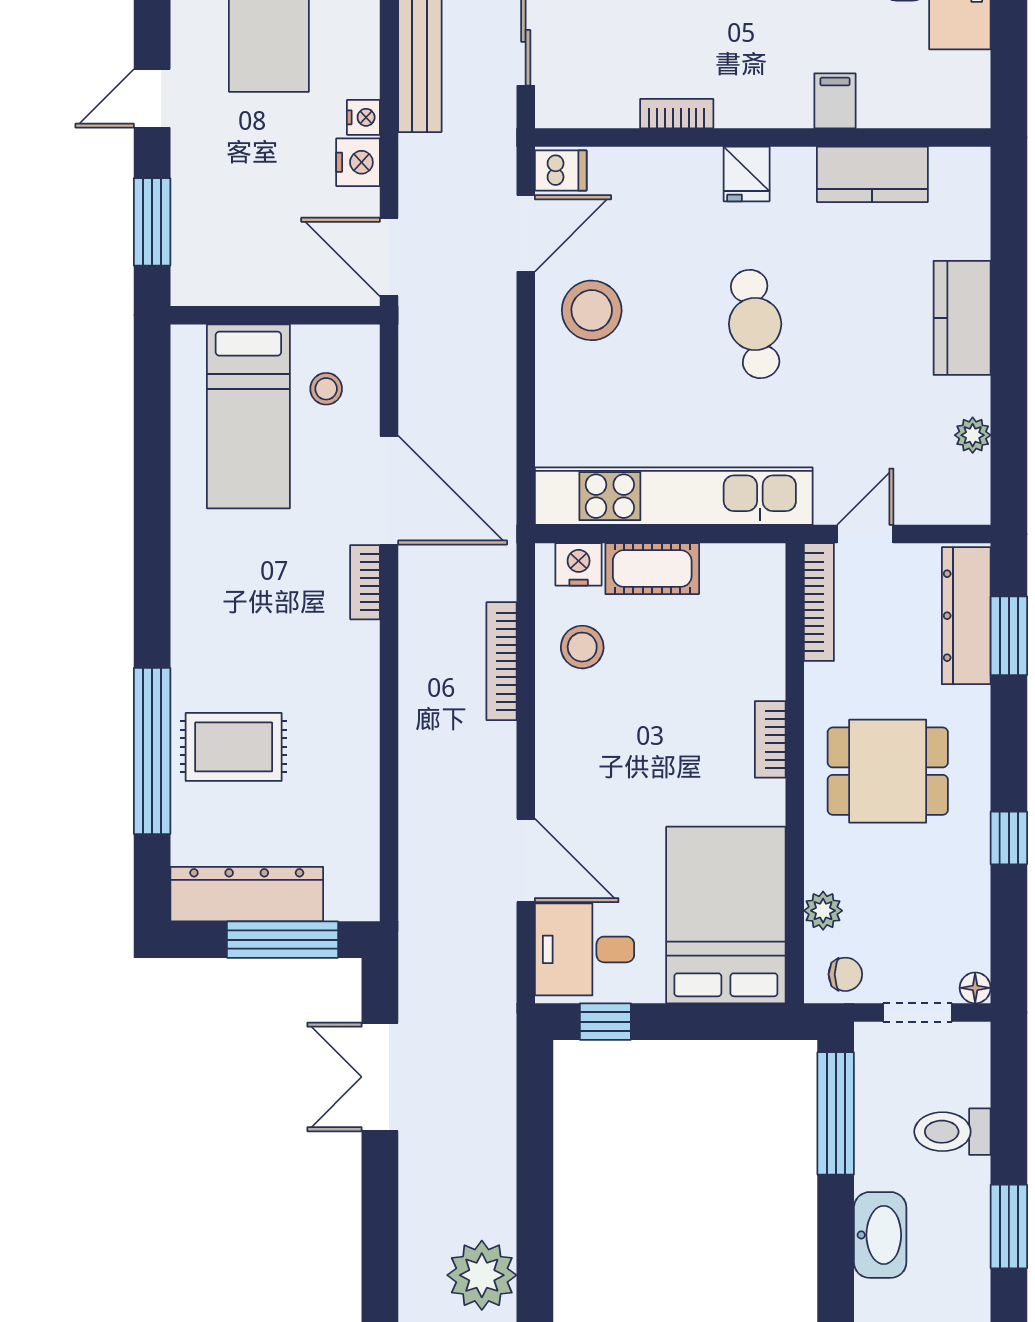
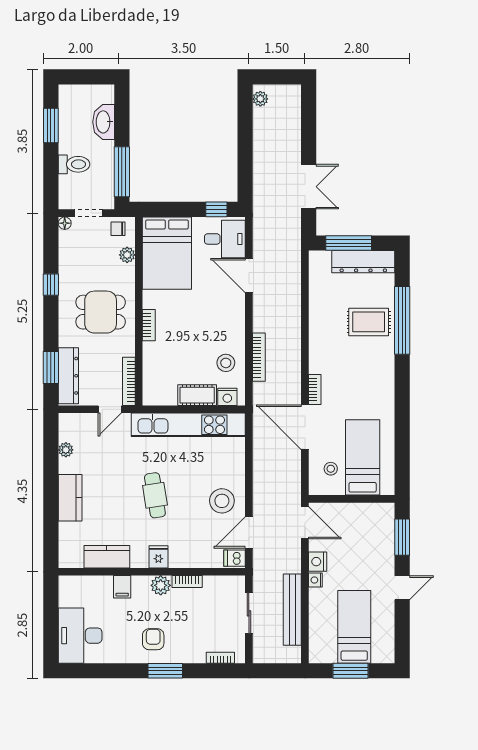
plant: (741, 104) -> (161, 585), added
plant: (482, 1275) -> (260, 99), width x0.53, depth x0.53

